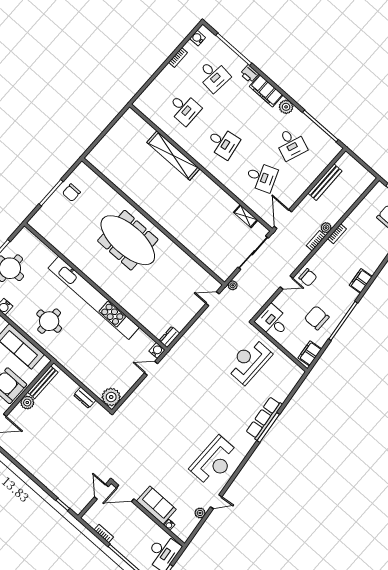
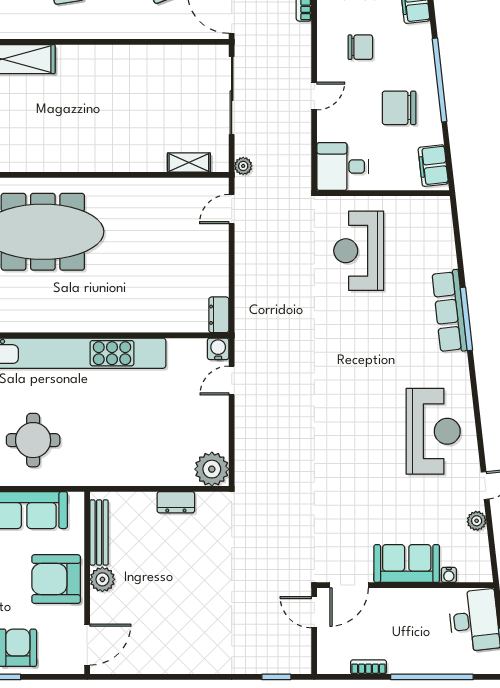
shelving: (246, 216) -> (189, 162), moved
chair: (308, 277) -> (360, 47), moved

